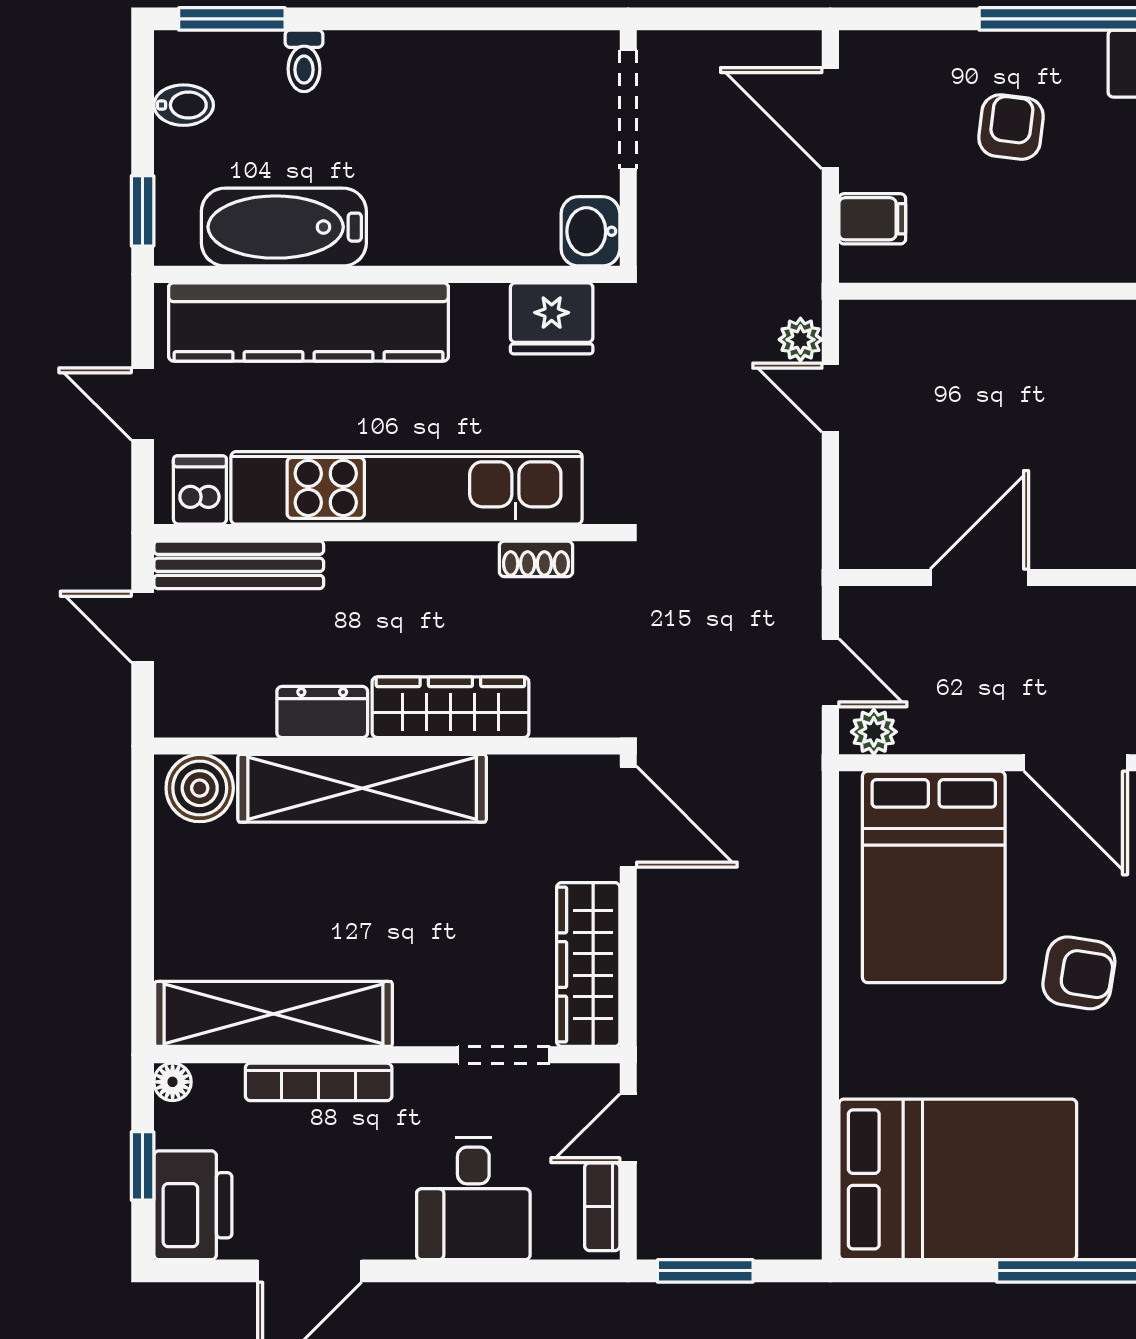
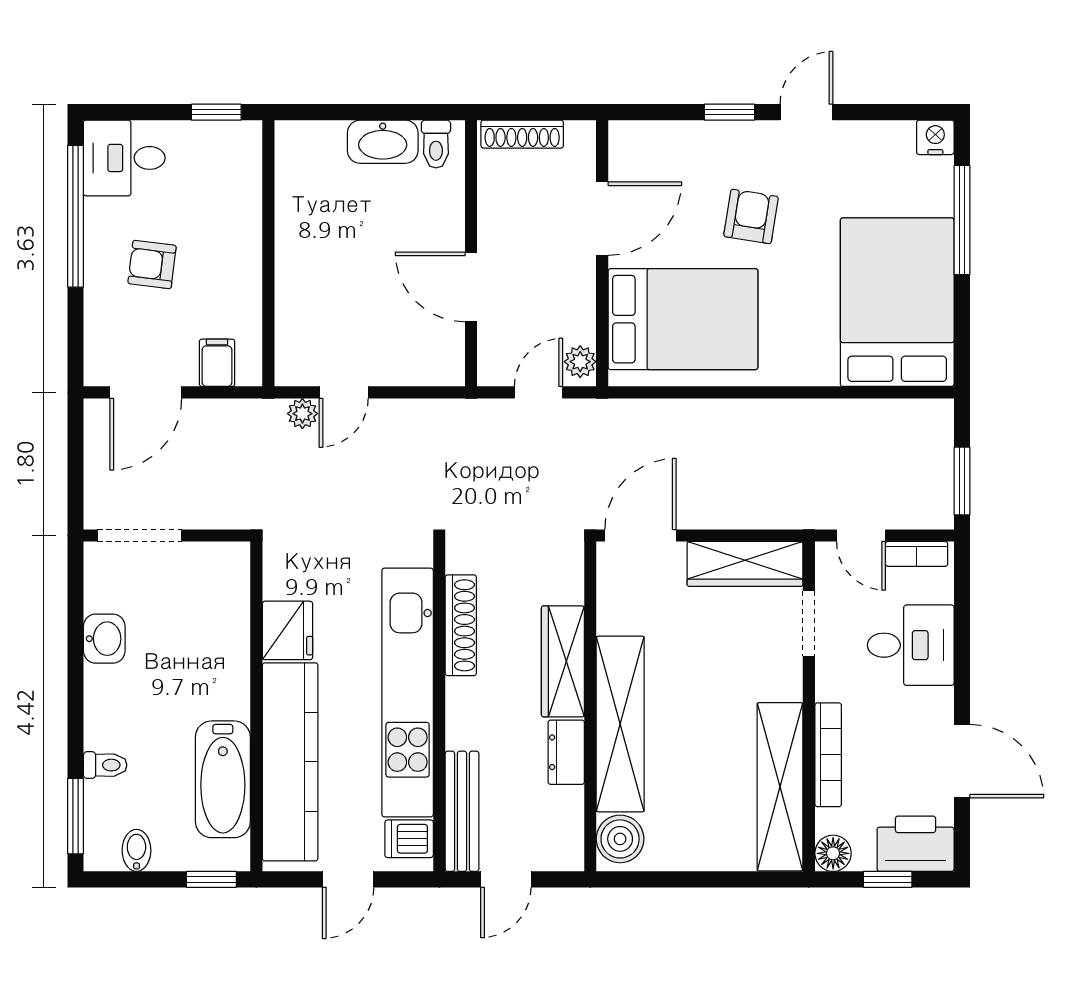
washbasin: (590, 231) -> (104, 639), moved, turned -90
fridge: (552, 318) -> (287, 630), moved
shoe rack: (536, 559) -> (461, 625), width x1.94, depth x1.24
floor lamp: (173, 1082) -> (833, 853), width x1.37, depth x1.37

